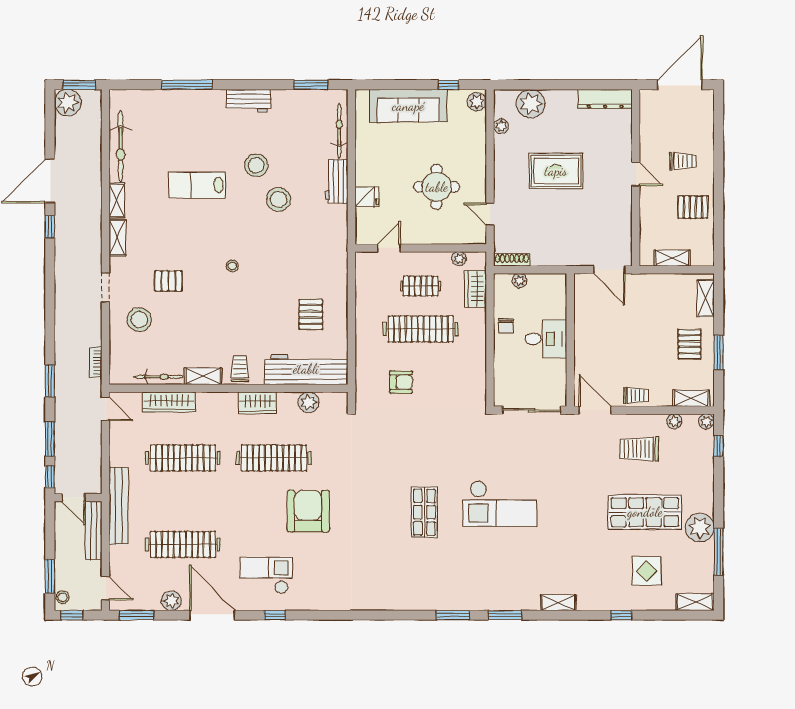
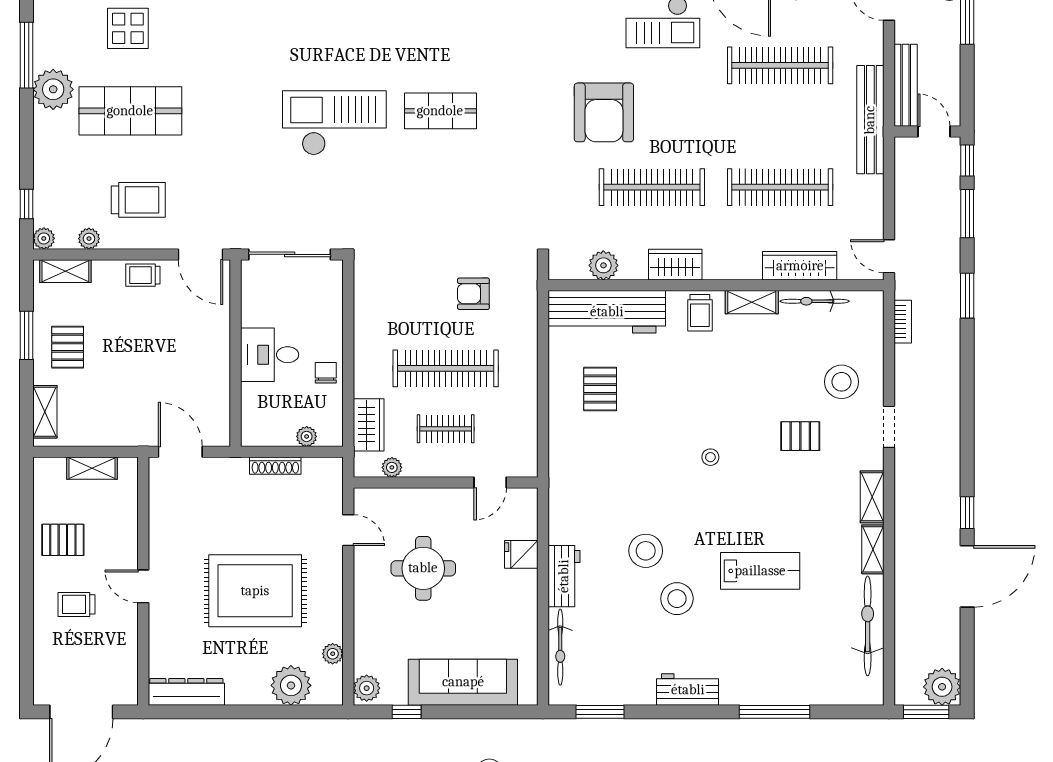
rug: (556, 171) -> (255, 591), width x1.37, depth x1.44
shoe rack: (512, 260) -> (275, 466), moved
shop shelf: (424, 512) -> (440, 111), turned 90

